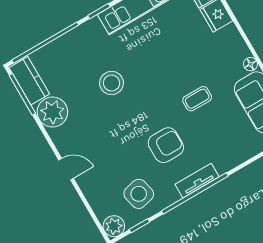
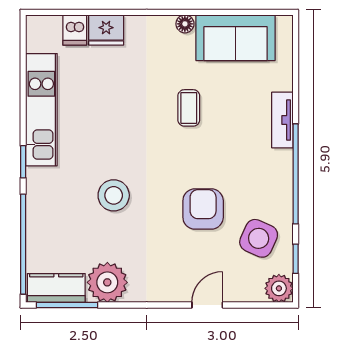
armchair: (166, 145) -> (203, 209), moved
door: (66, 169) -> (207, 305), moved
tv unit: (197, 181) -> (282, 120), moved
side table: (139, 194) -> (259, 238), turned 37

